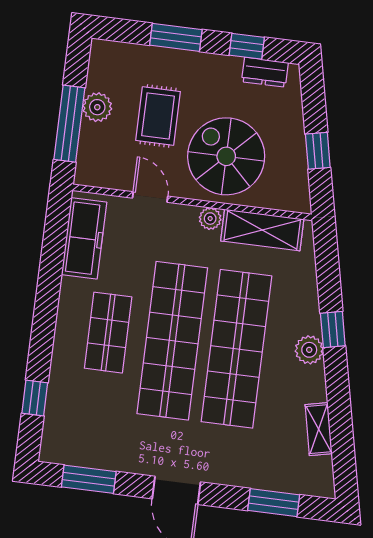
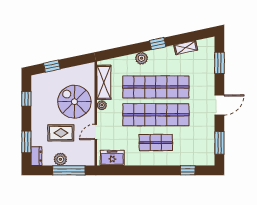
window: (176, 37) -> (26, 142), moved
dresser: (265, 72) -> (36, 156), moved
window: (318, 151) -> (52, 66), moved
spiral stairs: (226, 156) -> (74, 102), turned 90
freezer: (84, 238) -> (112, 158), width x0.71
window: (333, 329) -> (158, 44), moved
plant: (309, 350) -> (142, 58), moved

